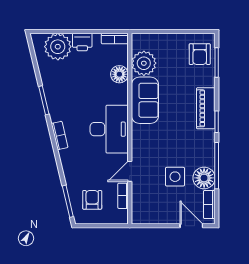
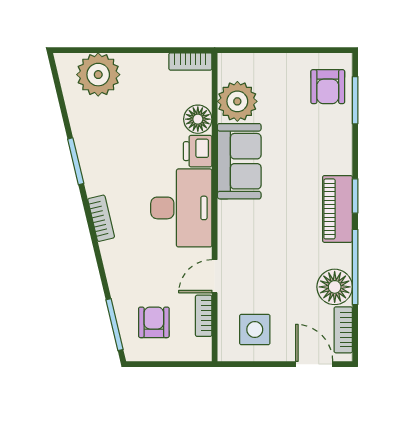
printer: (82, 42) -> (198, 151), moved, turned 90
piano: (206, 108) -> (337, 209), moved
side table: (175, 177) -> (255, 330), moved

